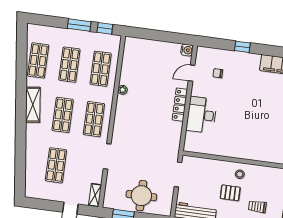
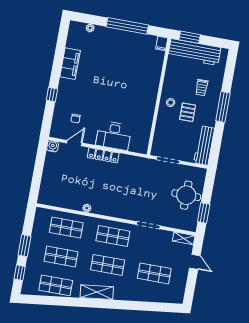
window: (105, 28) -> (20, 273), moved
door: (192, 73) -> (74, 143), swing flipped

